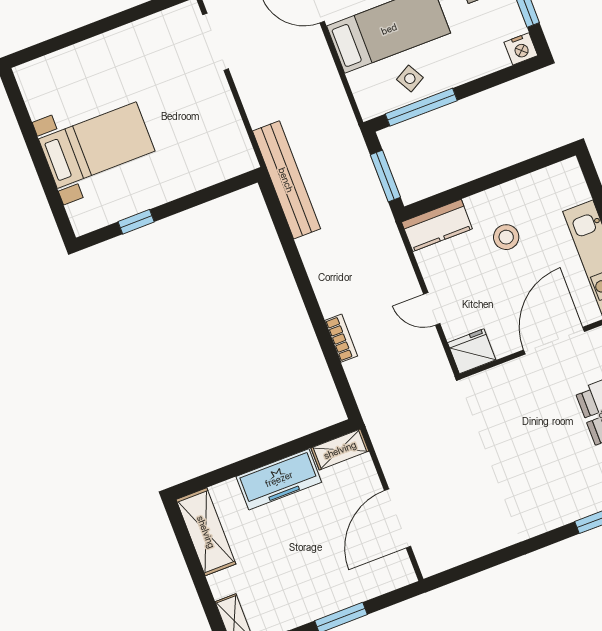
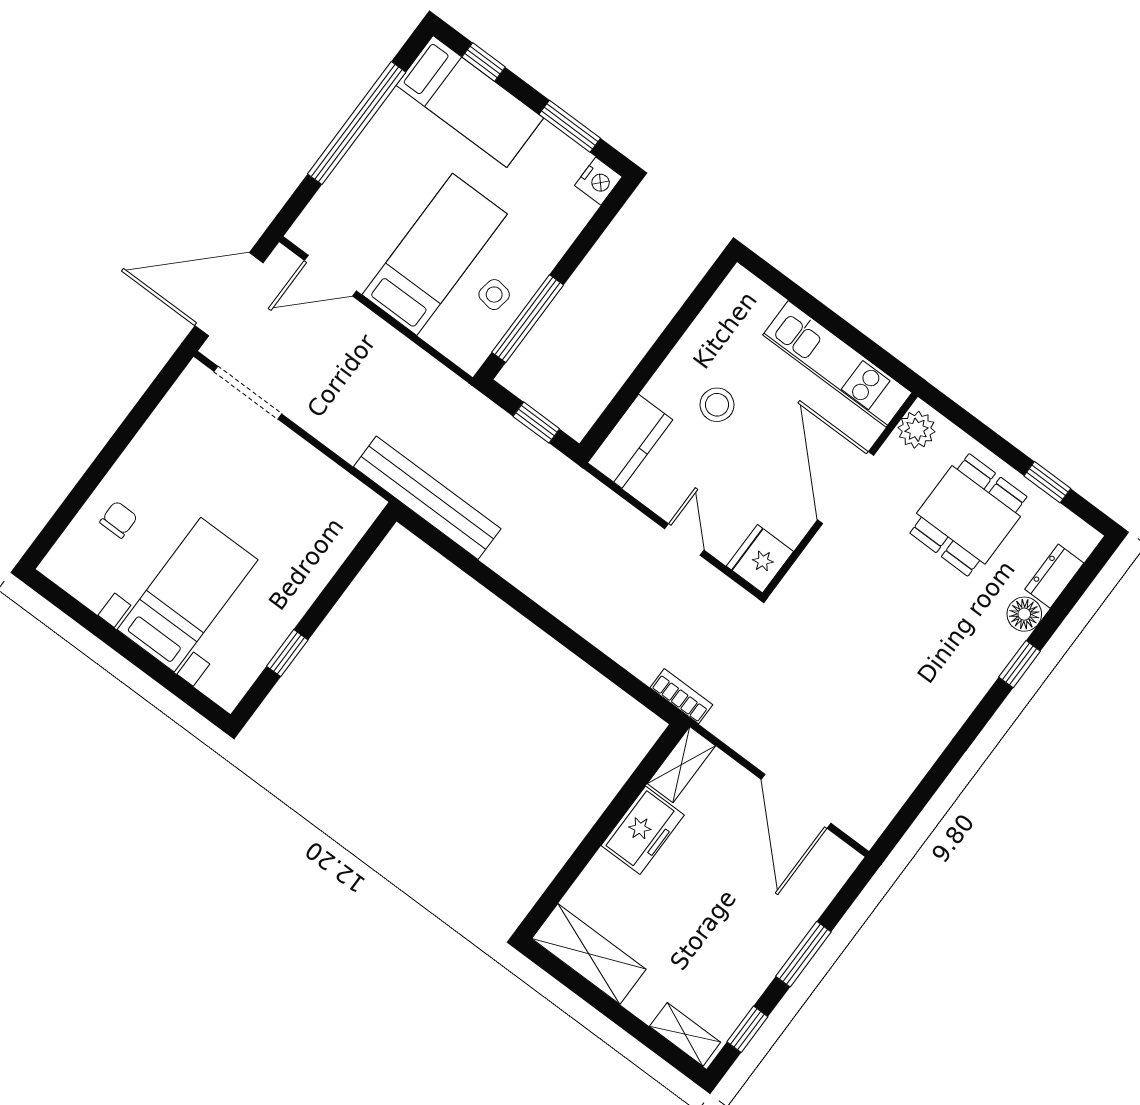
chair: (83, 70) -> (119, 520), added
side table: (410, 79) -> (494, 295), turned 38
window: (385, 176) -> (536, 423), width x0.67
door: (432, 309) -> (684, 539), swing flipped
bookcase: (341, 338) -> (681, 696), moved
freezer: (279, 479) -> (643, 830), width x0.71

